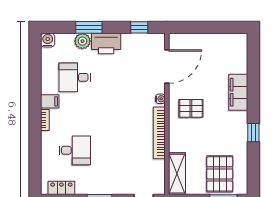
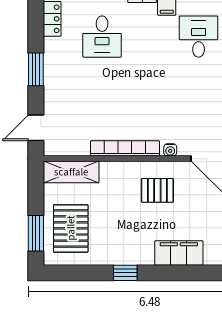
pallet: (191, 108) -> (157, 190), turned 90
pallet: (220, 174) -> (71, 228), turned 90

